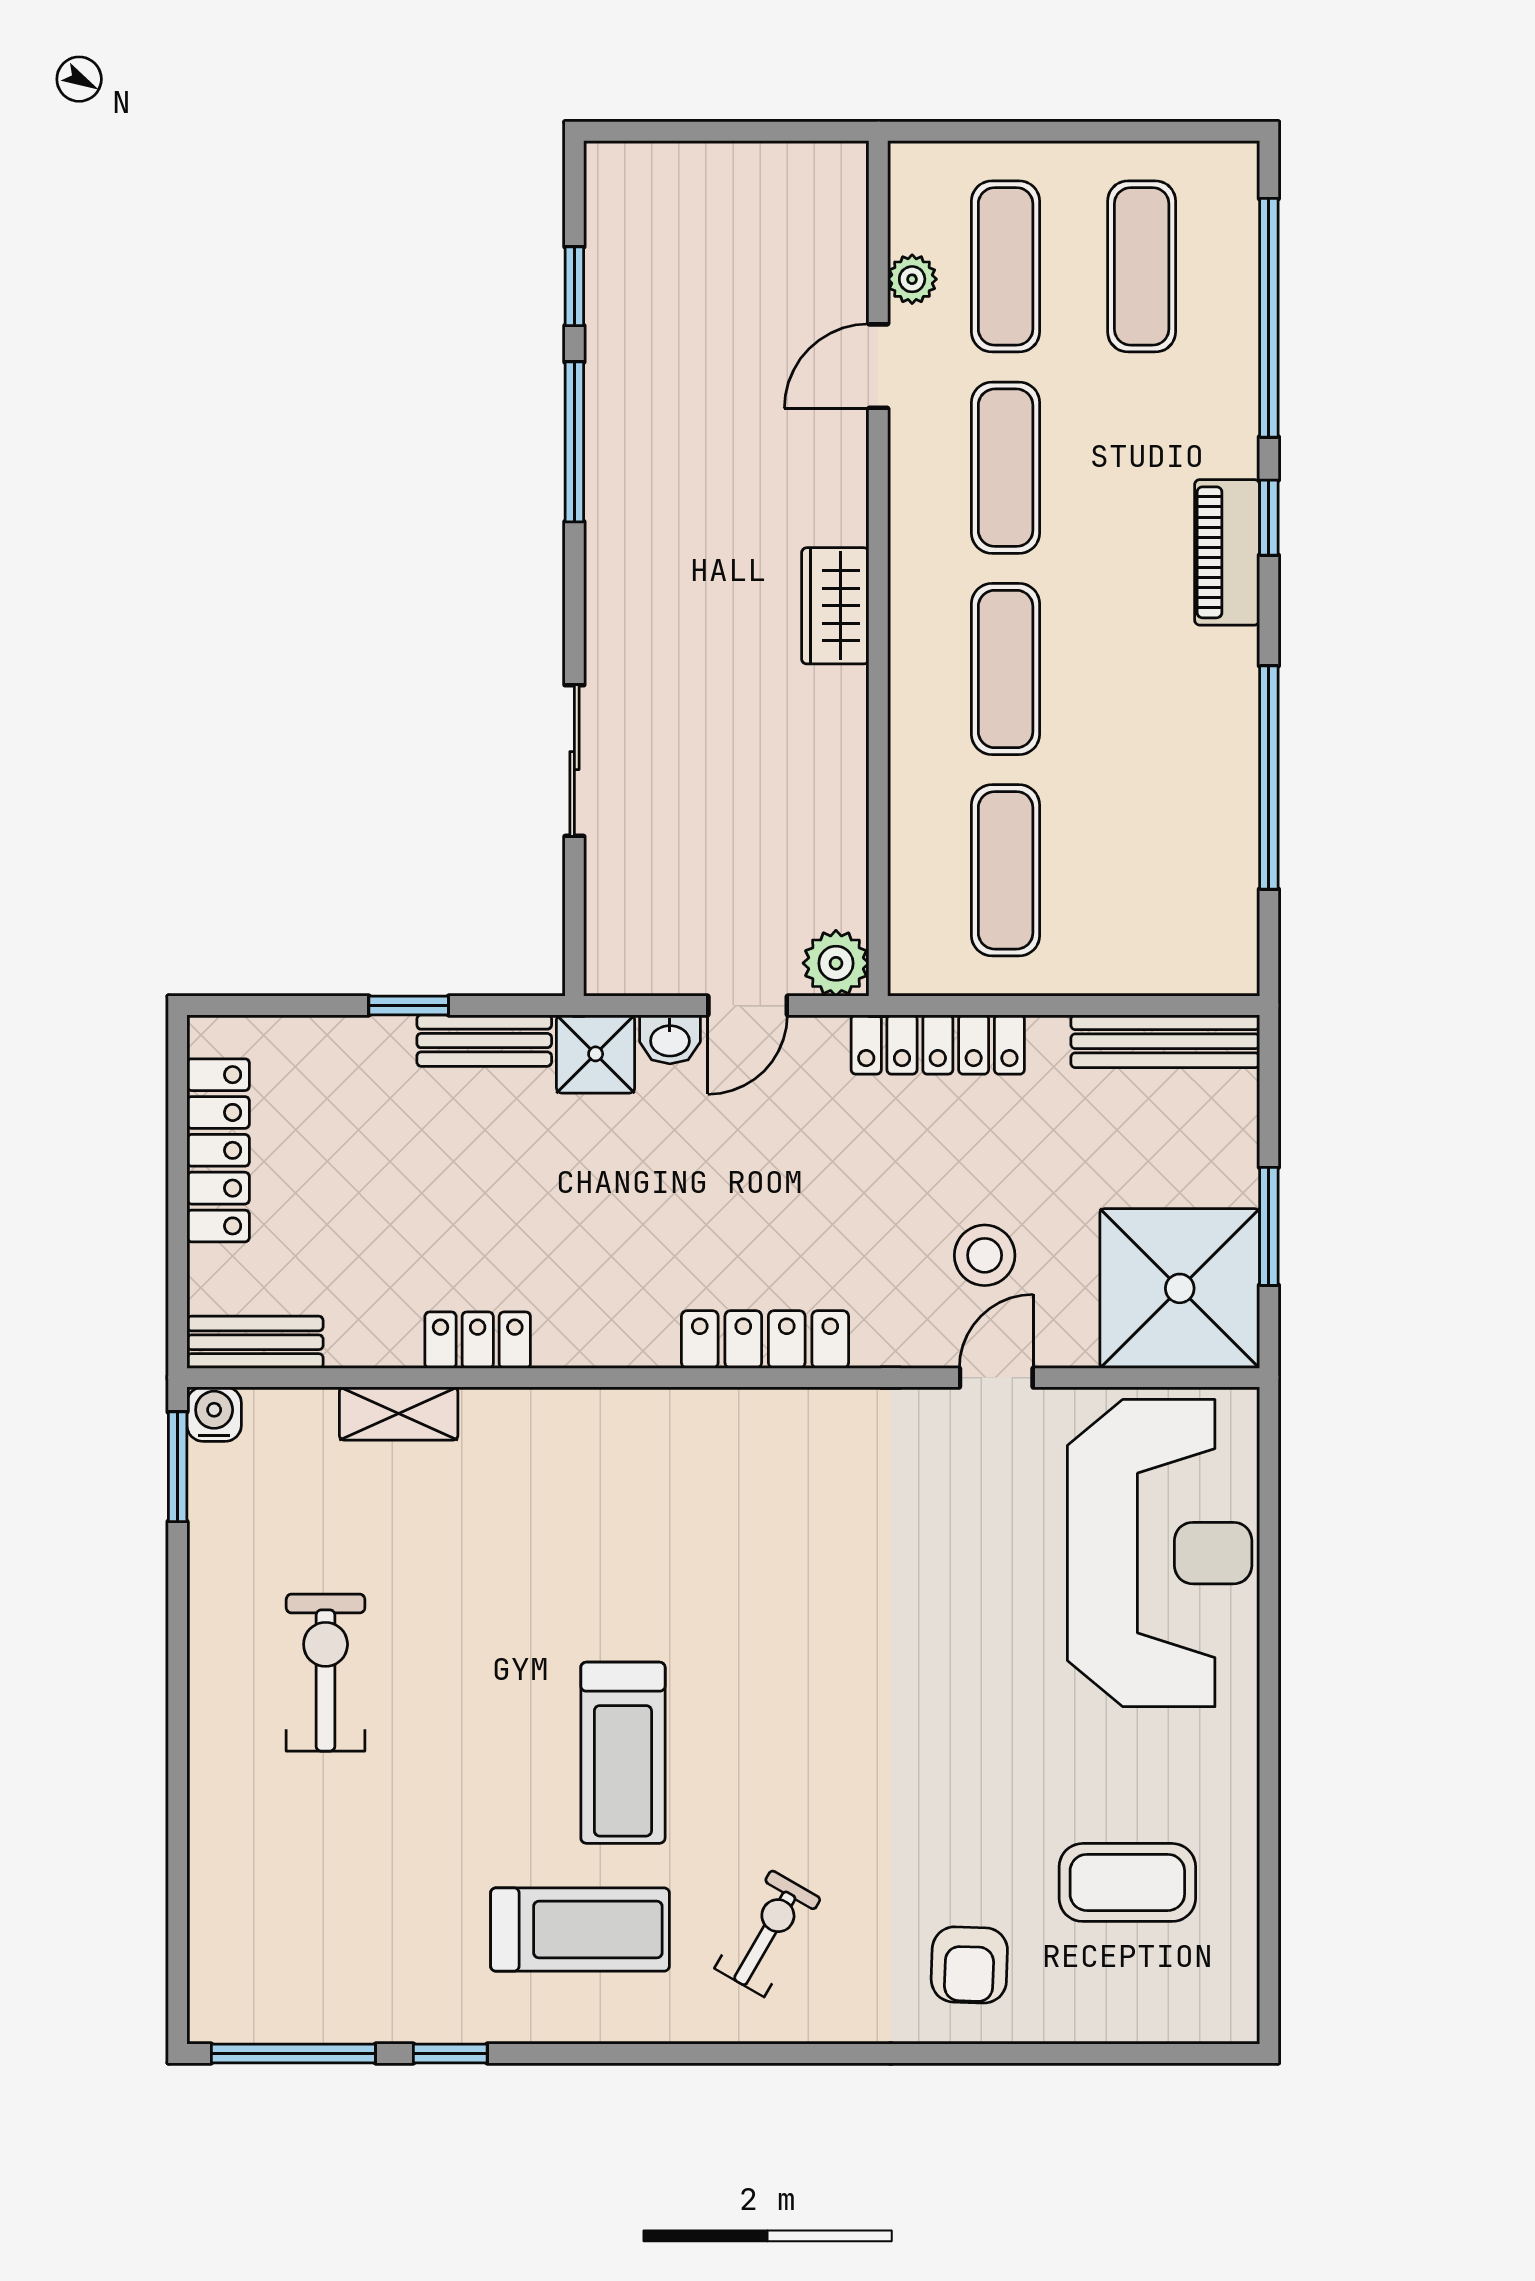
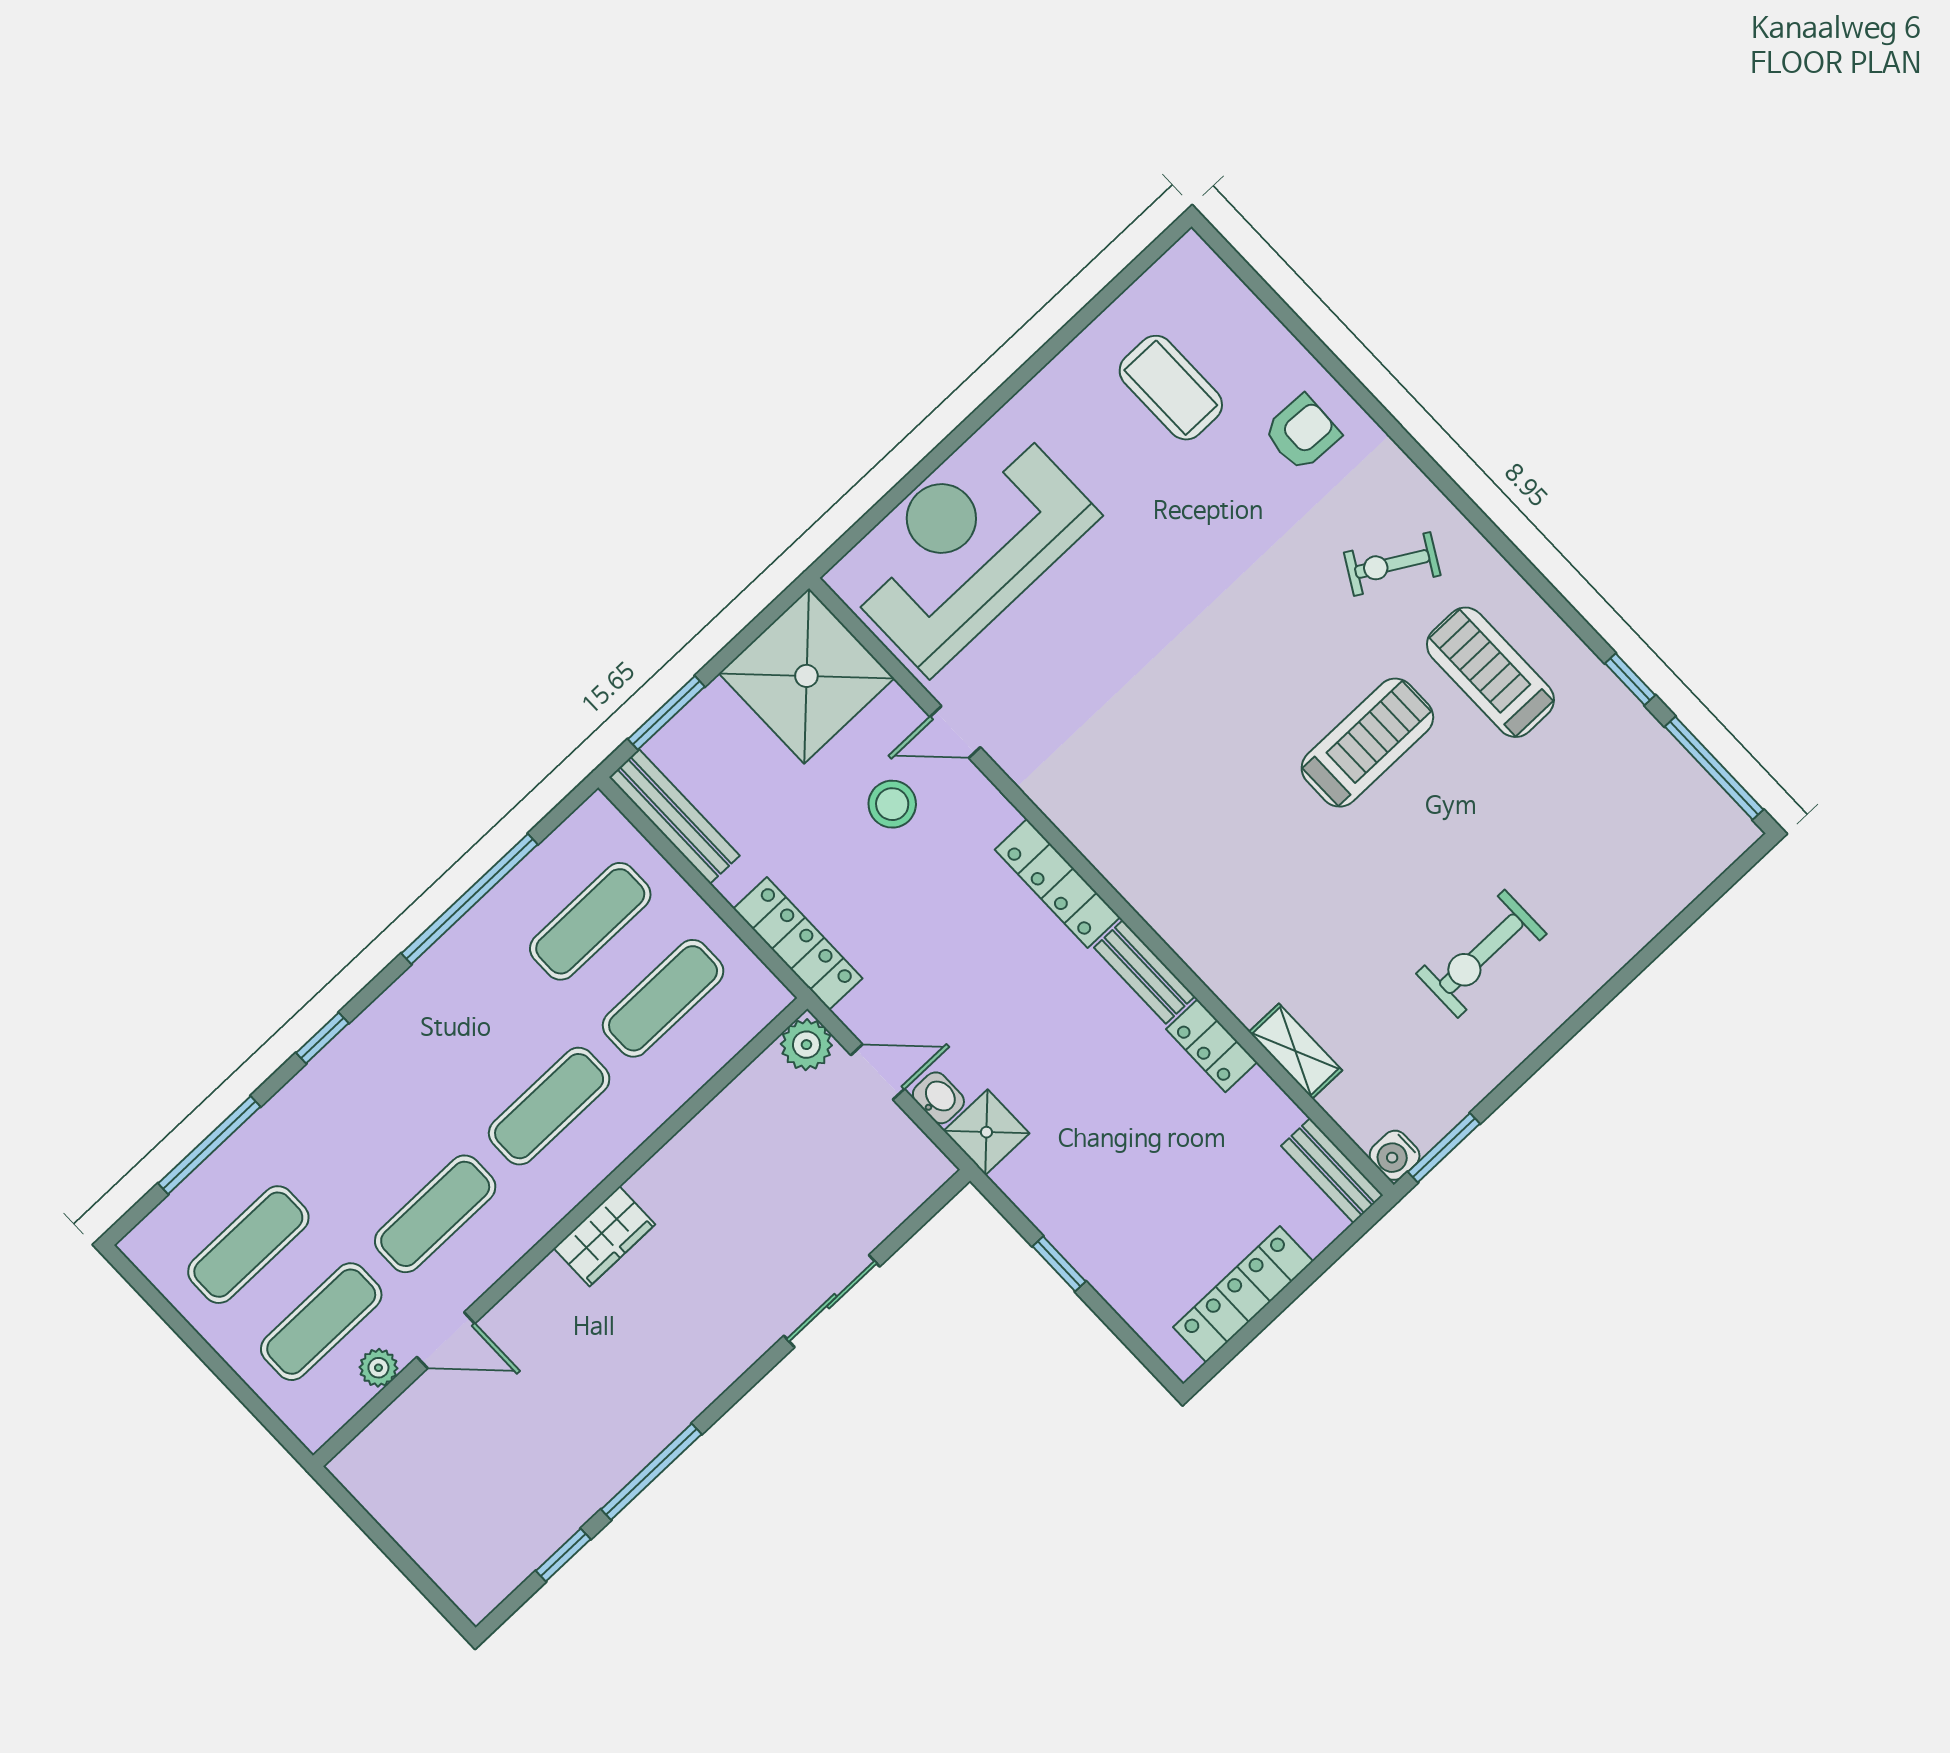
window: (1269, 318) -> (209, 1145), width x0.68
piano: (1227, 552) -> (364, 1043), removed
exercise mat: (1142, 870) -> (590, 921), added
bench: (484, 1041) -> (1144, 972), moved
window: (1269, 1226) -> (666, 713), moved

